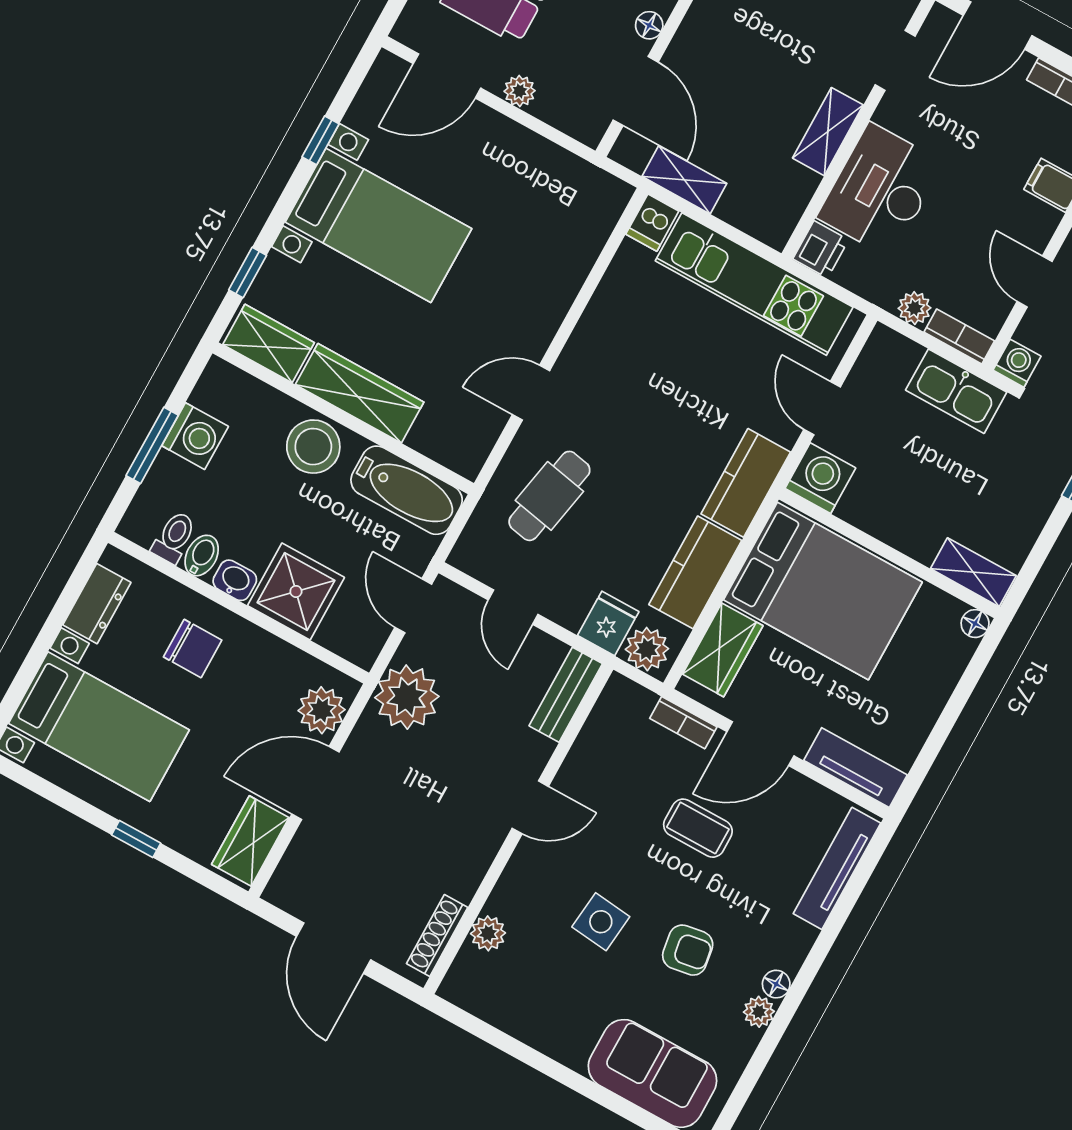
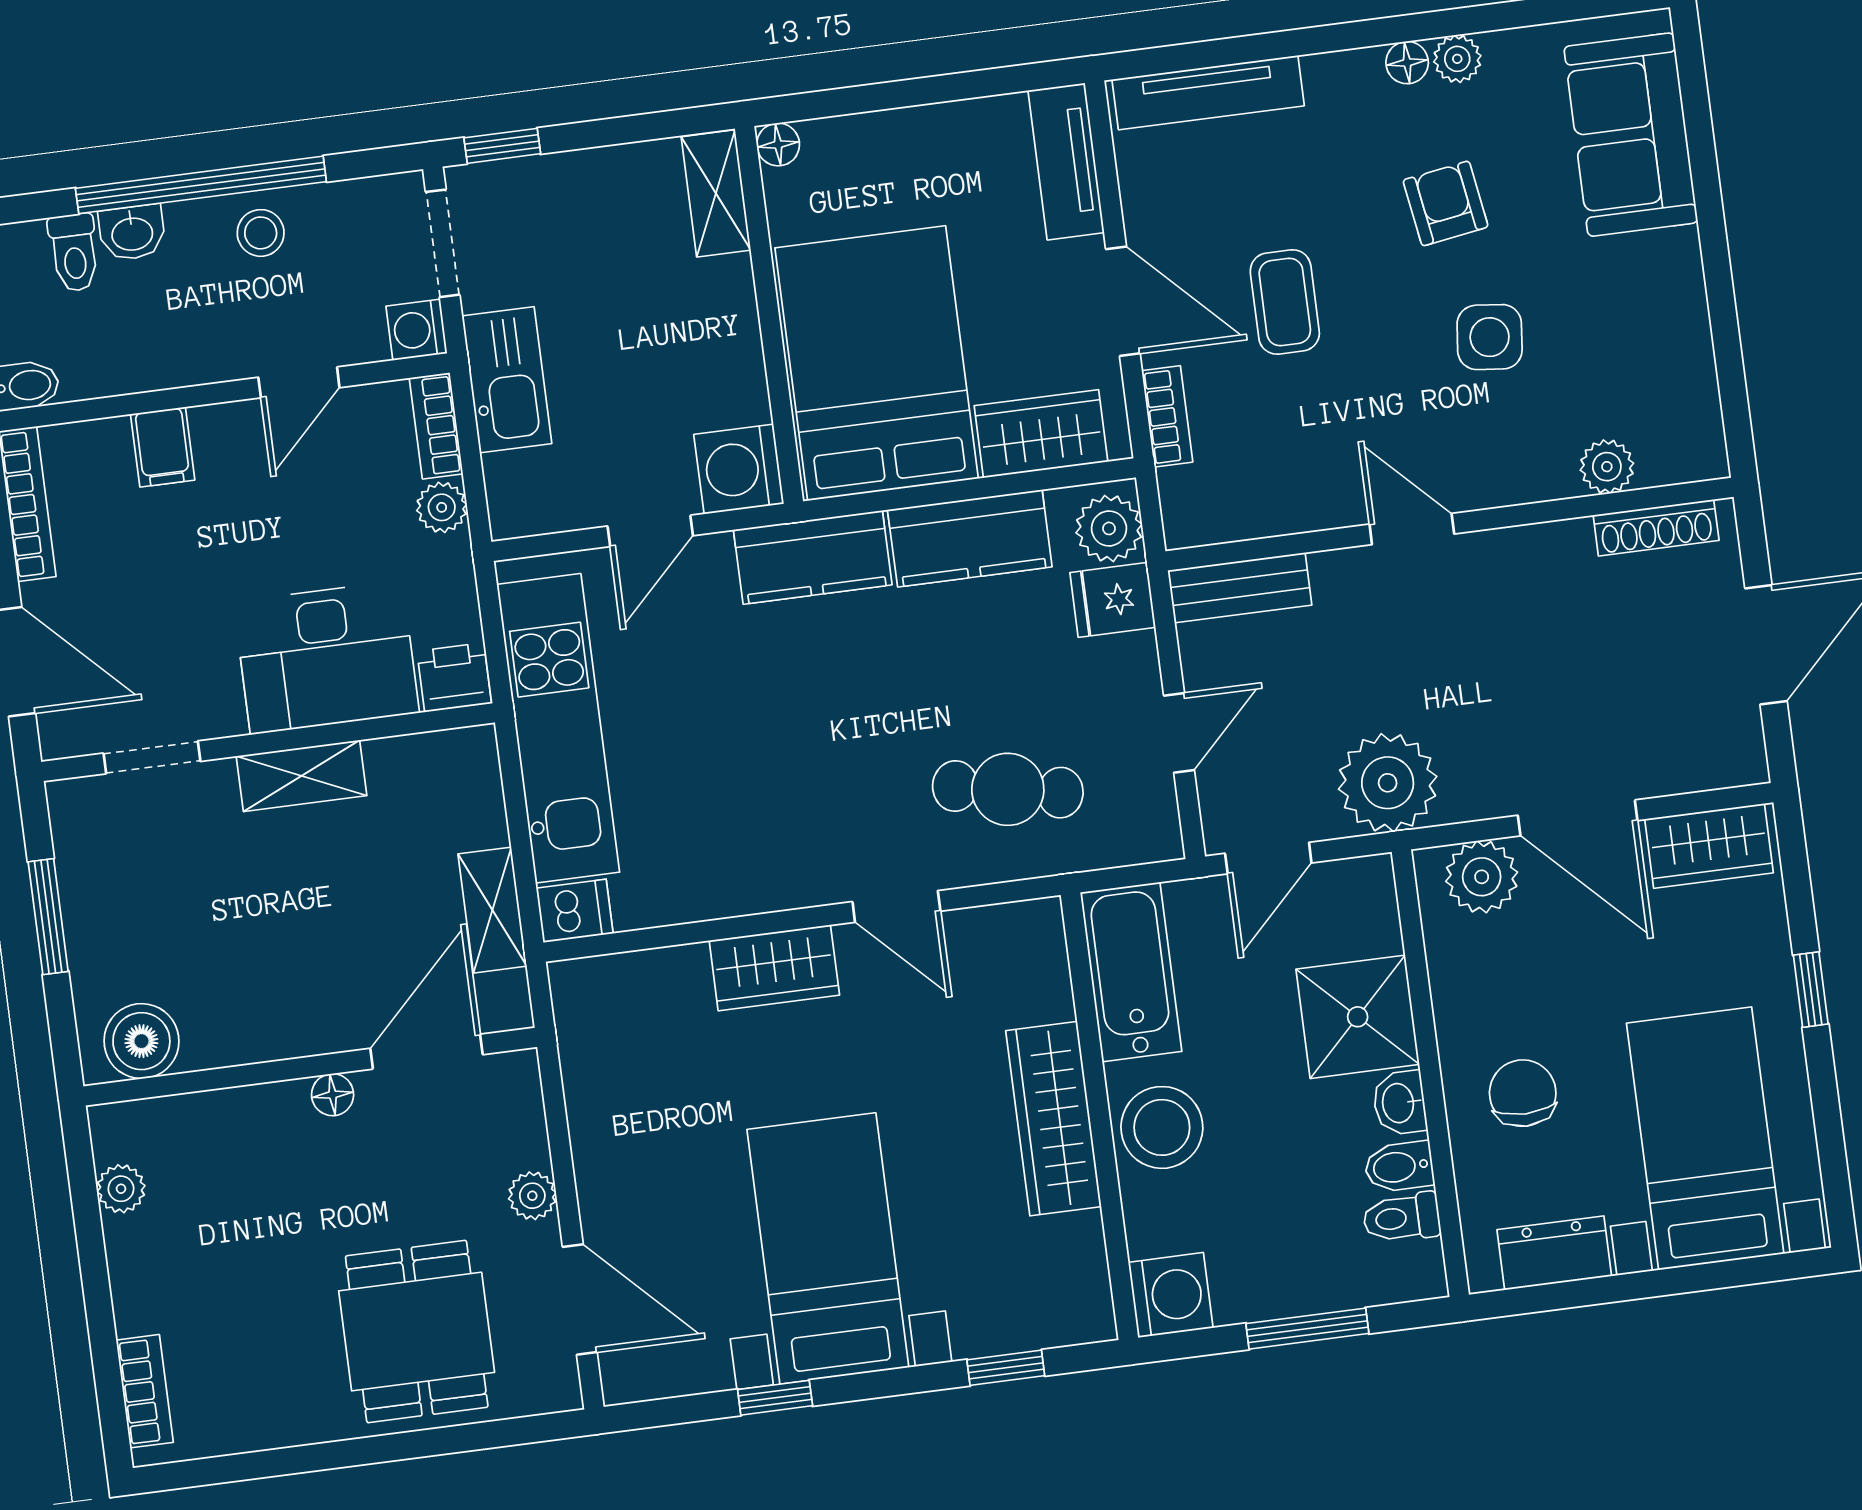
wardrobe: (269, 344) -> (774, 968), moved, turned -90
washing machine: (195, 436) -> (1171, 1295), moved, turned 90

